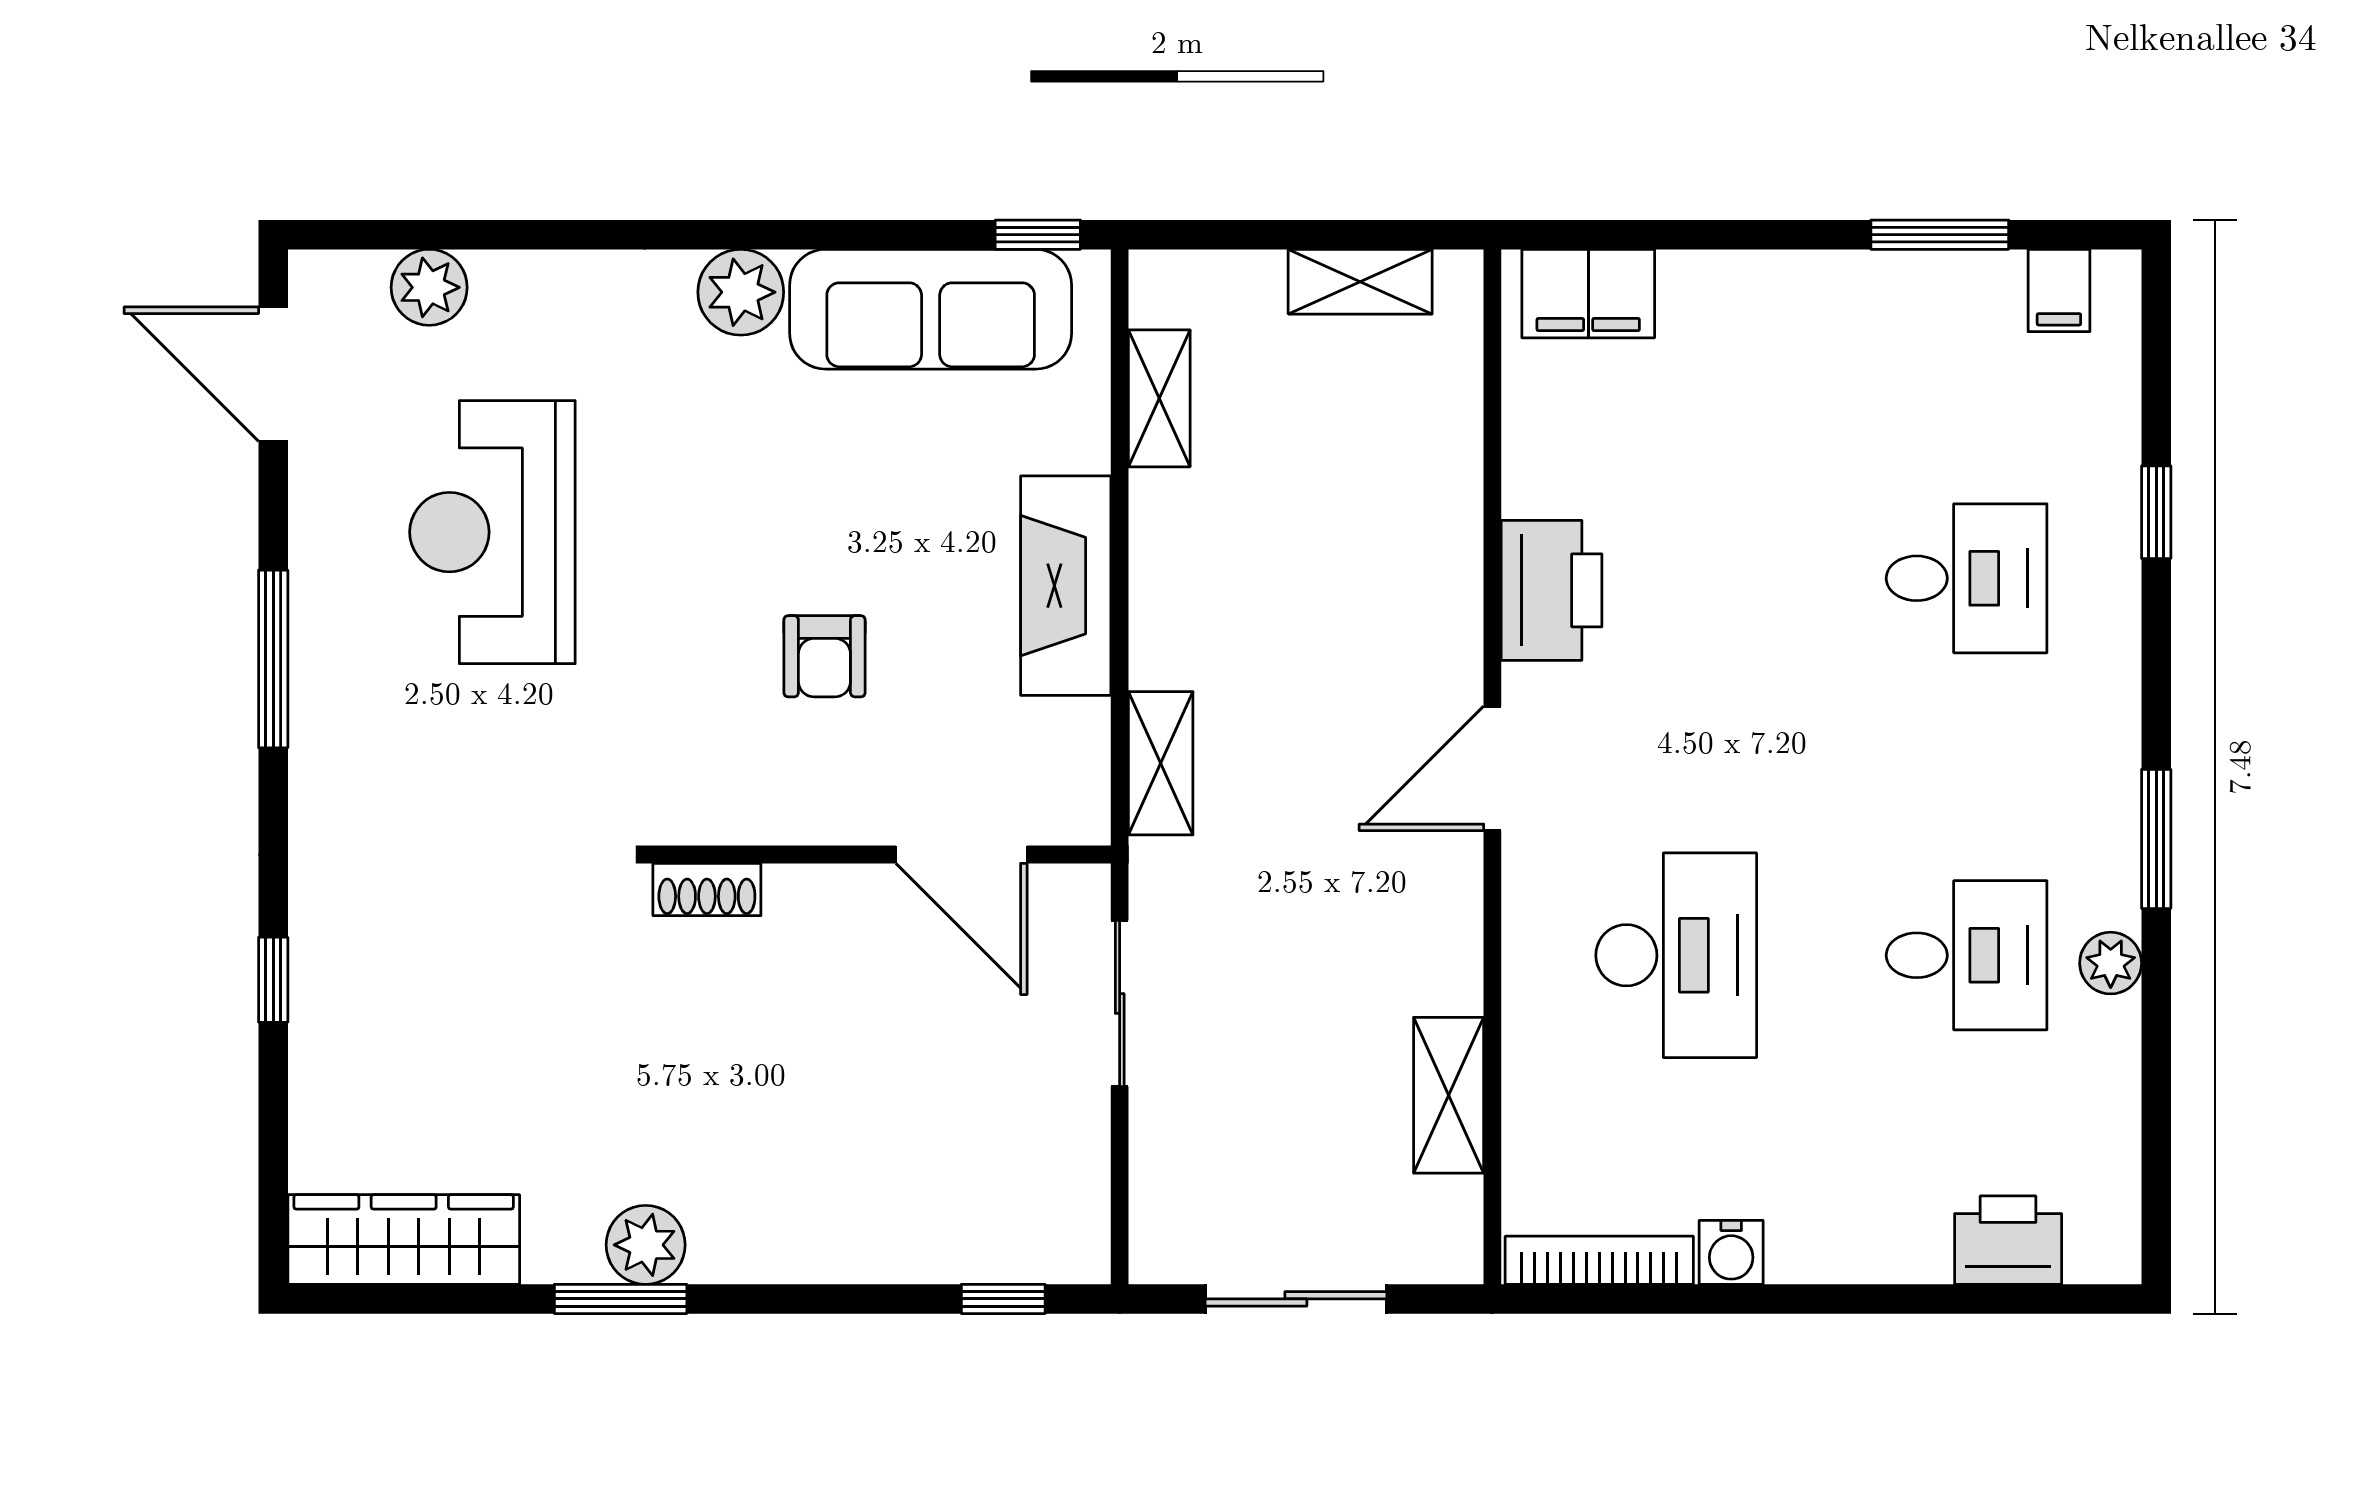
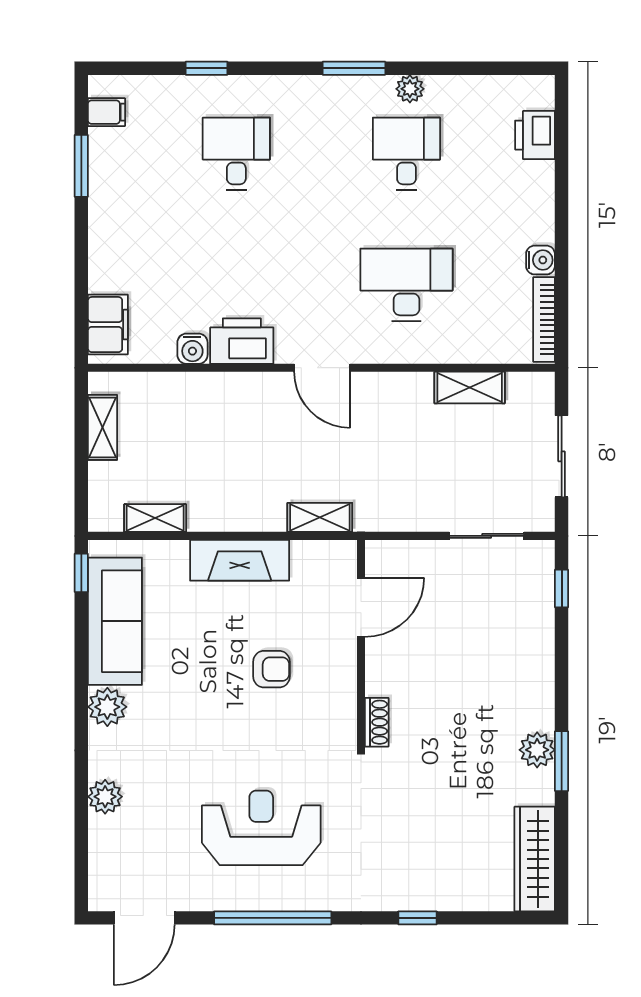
plant: (429, 287) -> (105, 797), moved
water cooler: (1535, 481) -> (192, 349), added
reception desk: (492, 532) -> (261, 828), moved, turned 180
window: (273, 659) -> (273, 918), width x1.46
sliding door: (1120, 1003) -> (487, 536), moved

